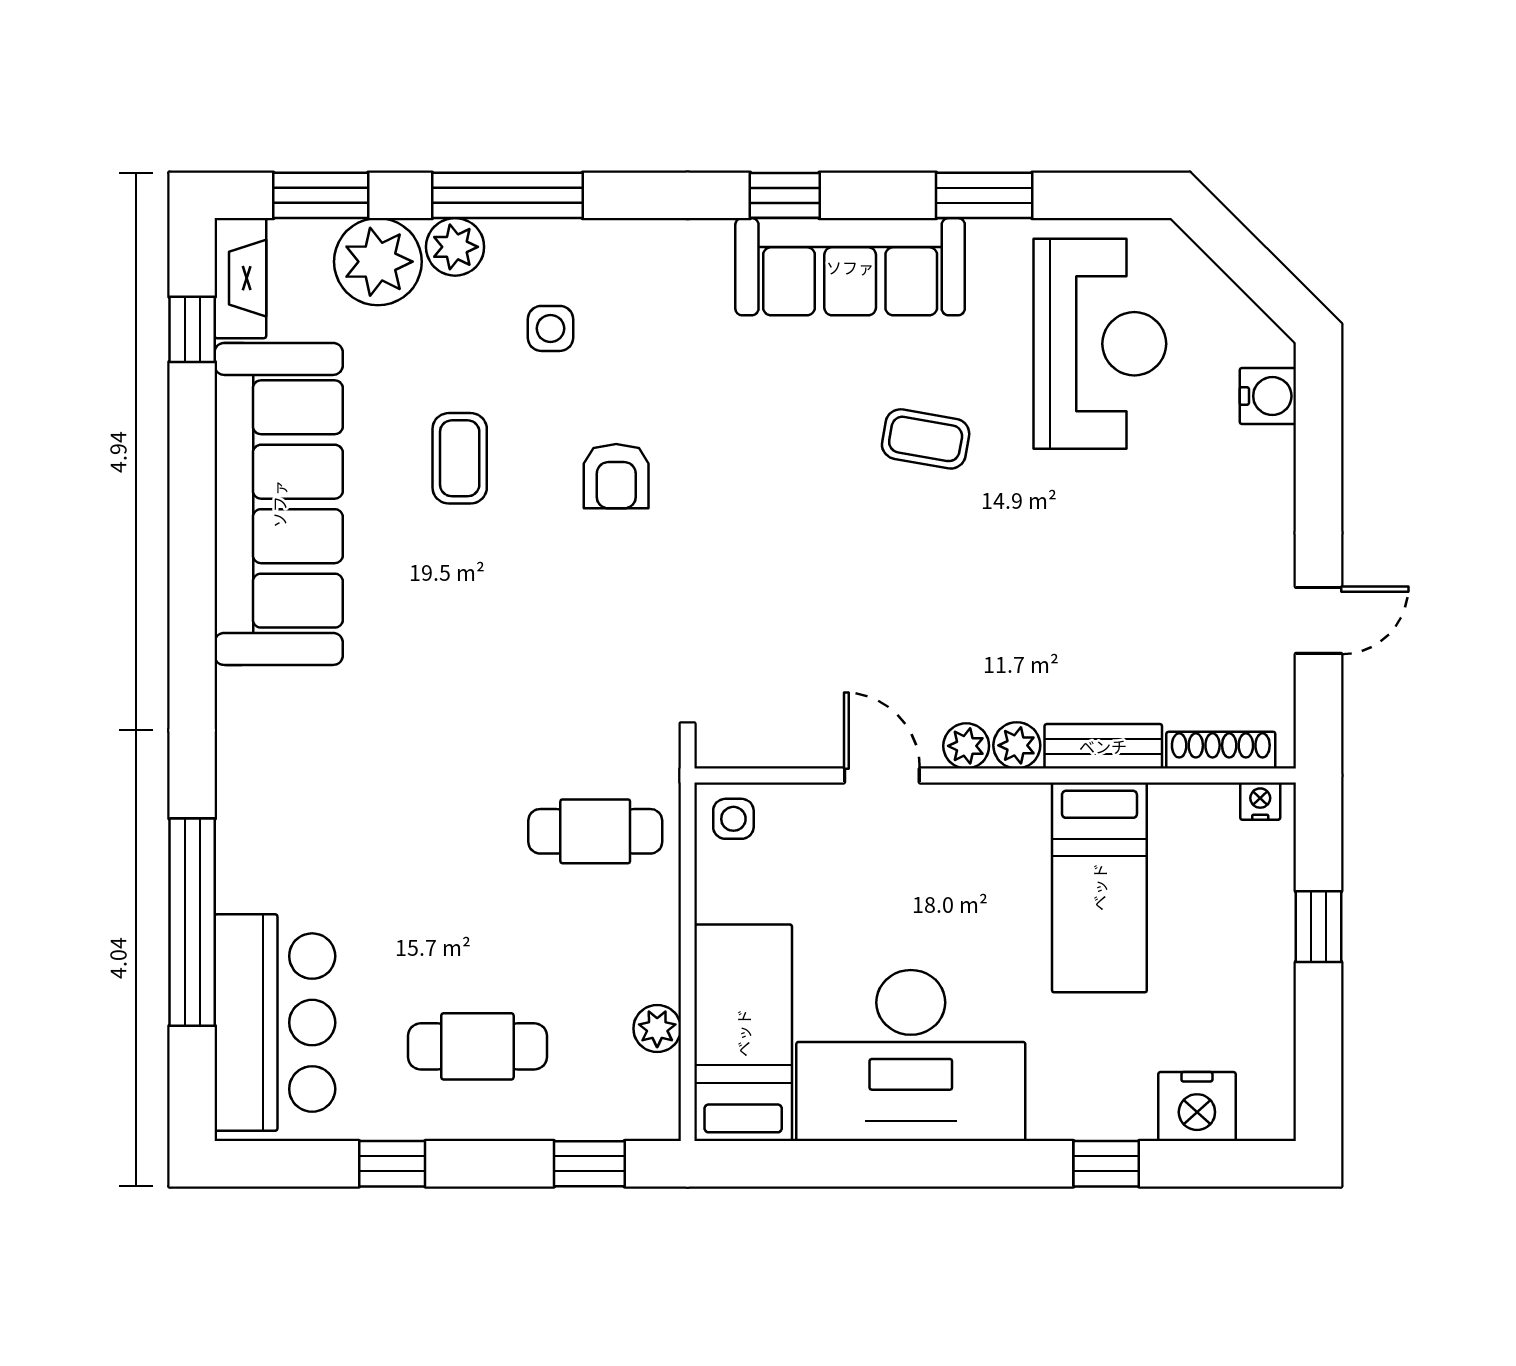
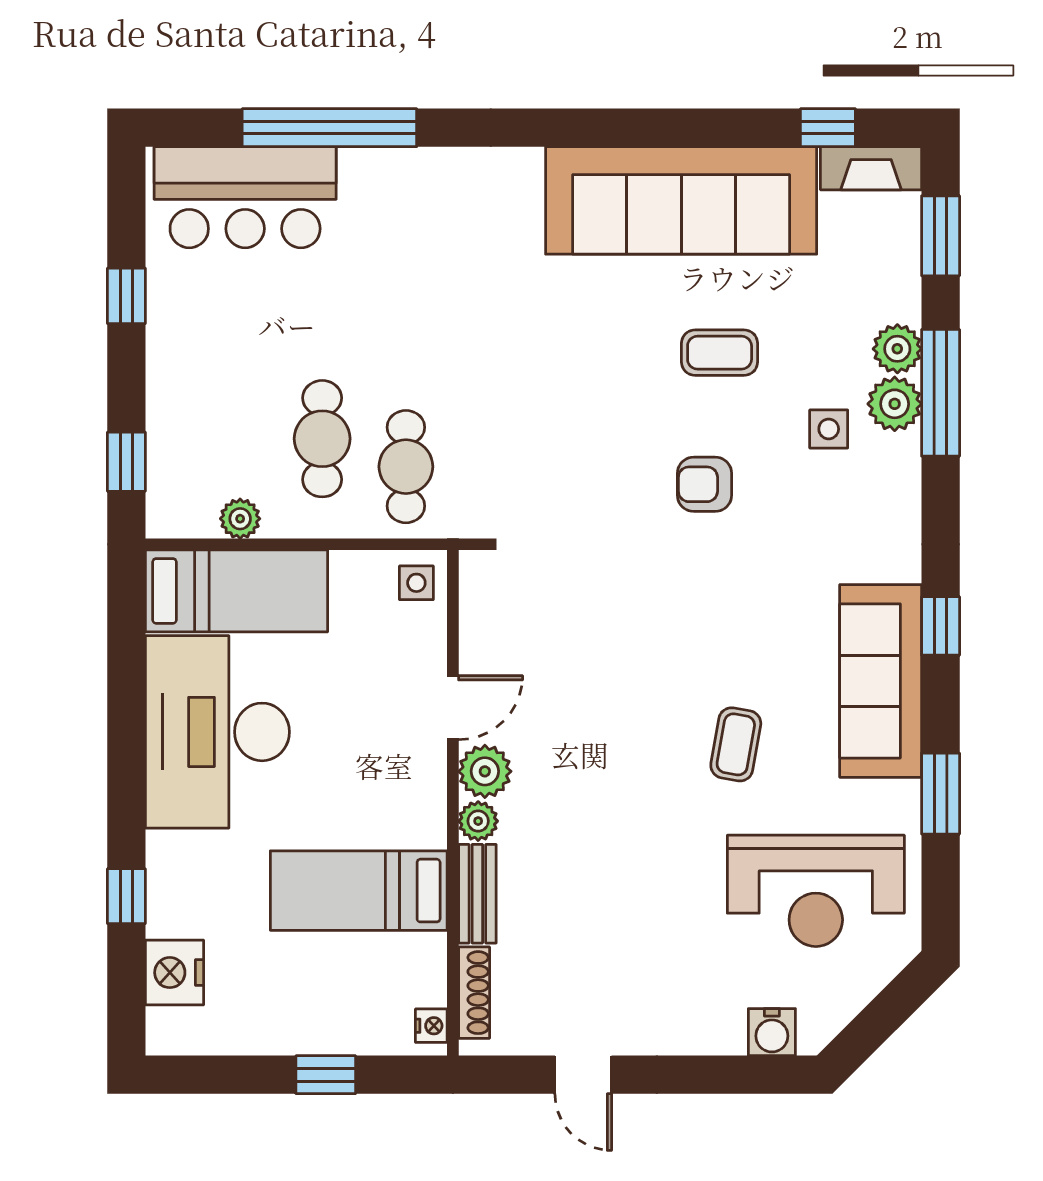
plant: (378, 262) -> (895, 404), moved, width x0.73, depth x0.73
plant: (966, 746) -> (485, 771), width x1.38, depth x1.38
cafe table: (477, 1046) -> (322, 439), moved

